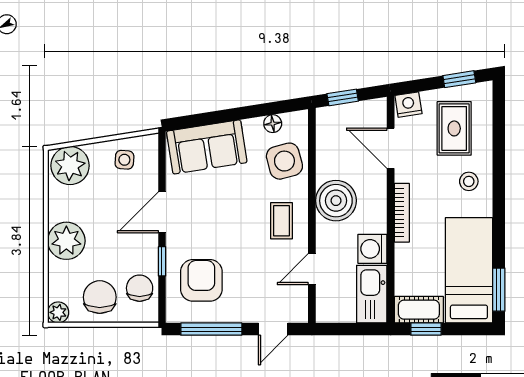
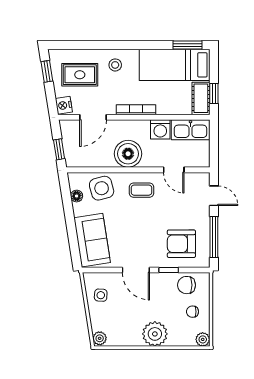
plant: (70, 166) -> (100, 338), width x0.53, depth x0.53
chair: (100, 297) -> (192, 312), width x0.54, depth x0.54

